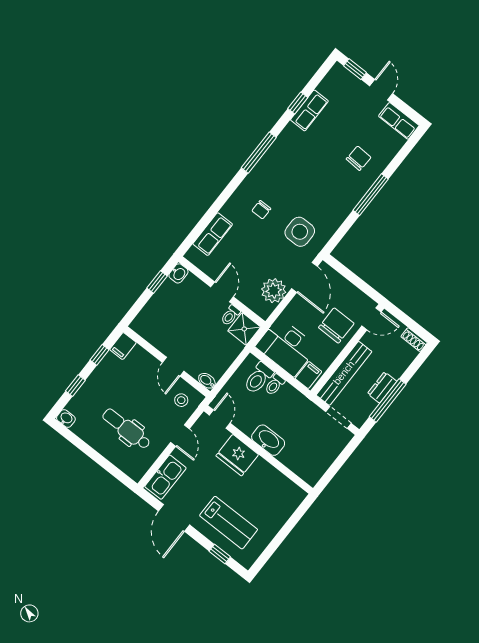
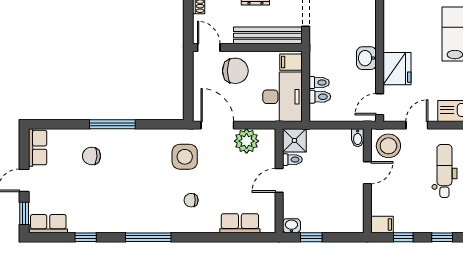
row of seats: (309, 110) -> (48, 224), moved
chair: (261, 210) -> (191, 200), turned 180
door: (304, 277) -> (217, 125), hinge flipped
chair: (336, 325) -> (235, 71), turned 180
toilet: (258, 378) -> (320, 97), width x0.73, depth x0.72
stool: (181, 400) -> (388, 146), width x1.89, depth x1.89
dental chair: (126, 429) -> (444, 171), turned 180
washbasin: (268, 440) -> (366, 58), width x0.72

